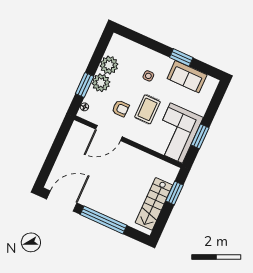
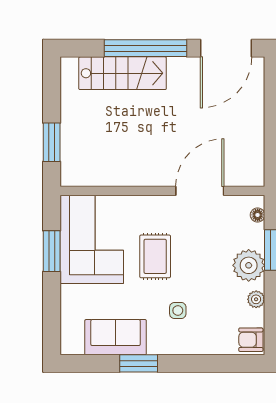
plant: (109, 65) -> (256, 299), width x0.53, depth x0.53
armchair: (121, 108) -> (251, 340), moved
stairs: (154, 204) -> (123, 73), moved, turned 90

